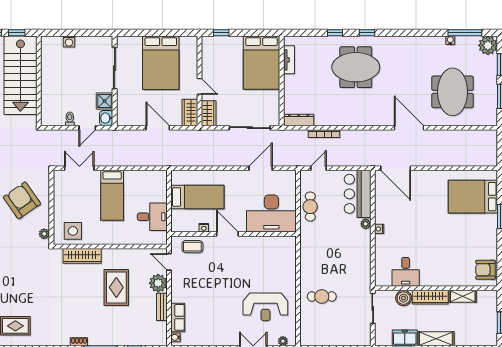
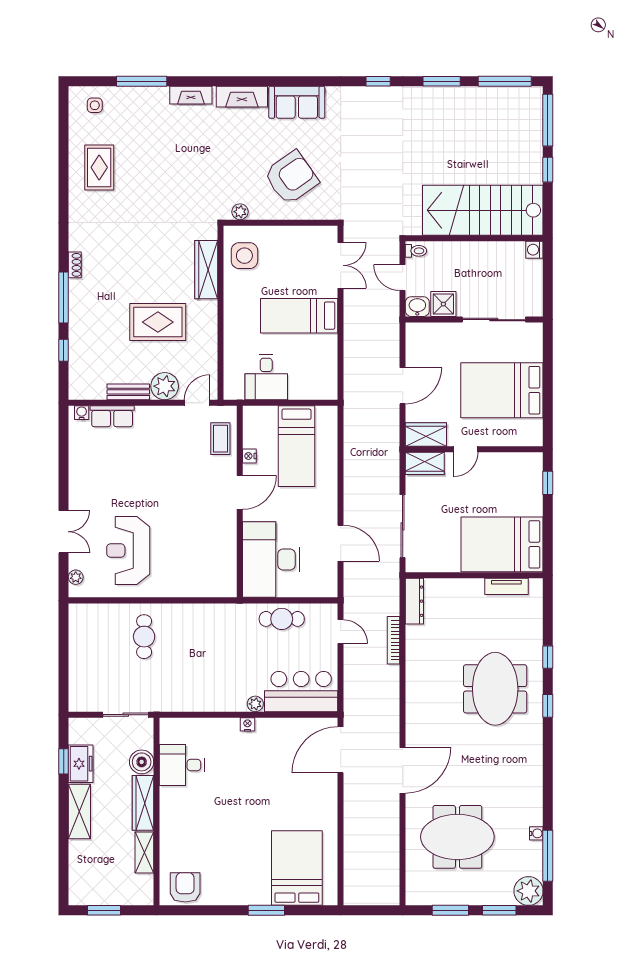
stairs: (20, 75) -> (483, 210), moved
wall: (39, 81) -> (474, 238), moved

